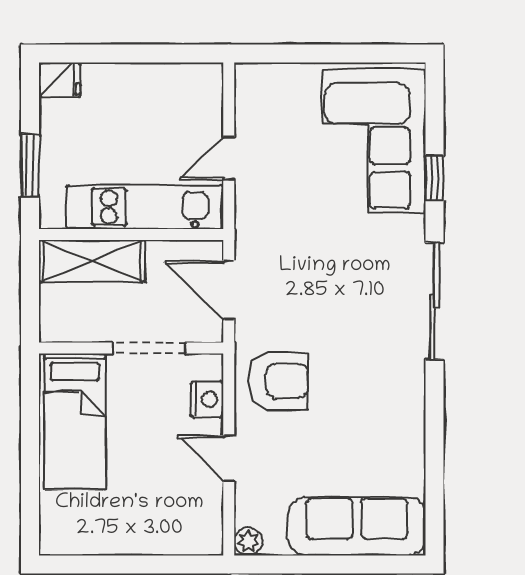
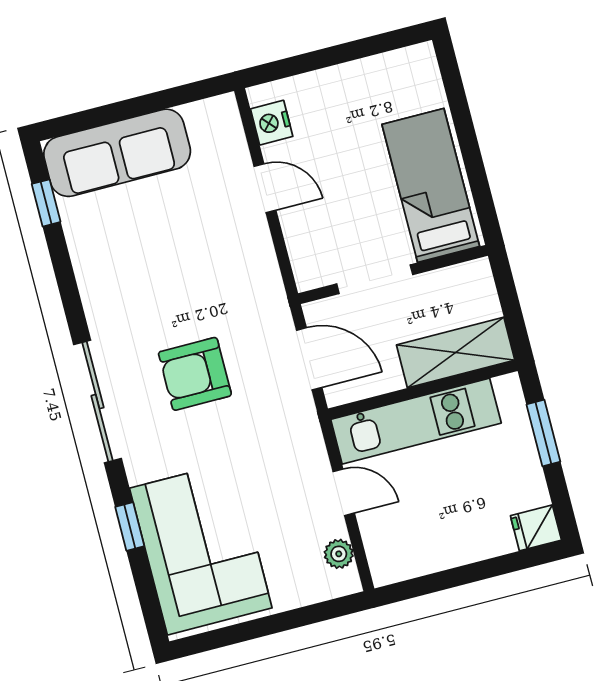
door: (229, 159) -> (344, 492), hinge flipped
armchair: (279, 381) -> (195, 374), moved
nightstand: (207, 399) -> (272, 123), moved
window: (434, 497) -> (46, 203), added
plant: (248, 542) -> (339, 554), moved

